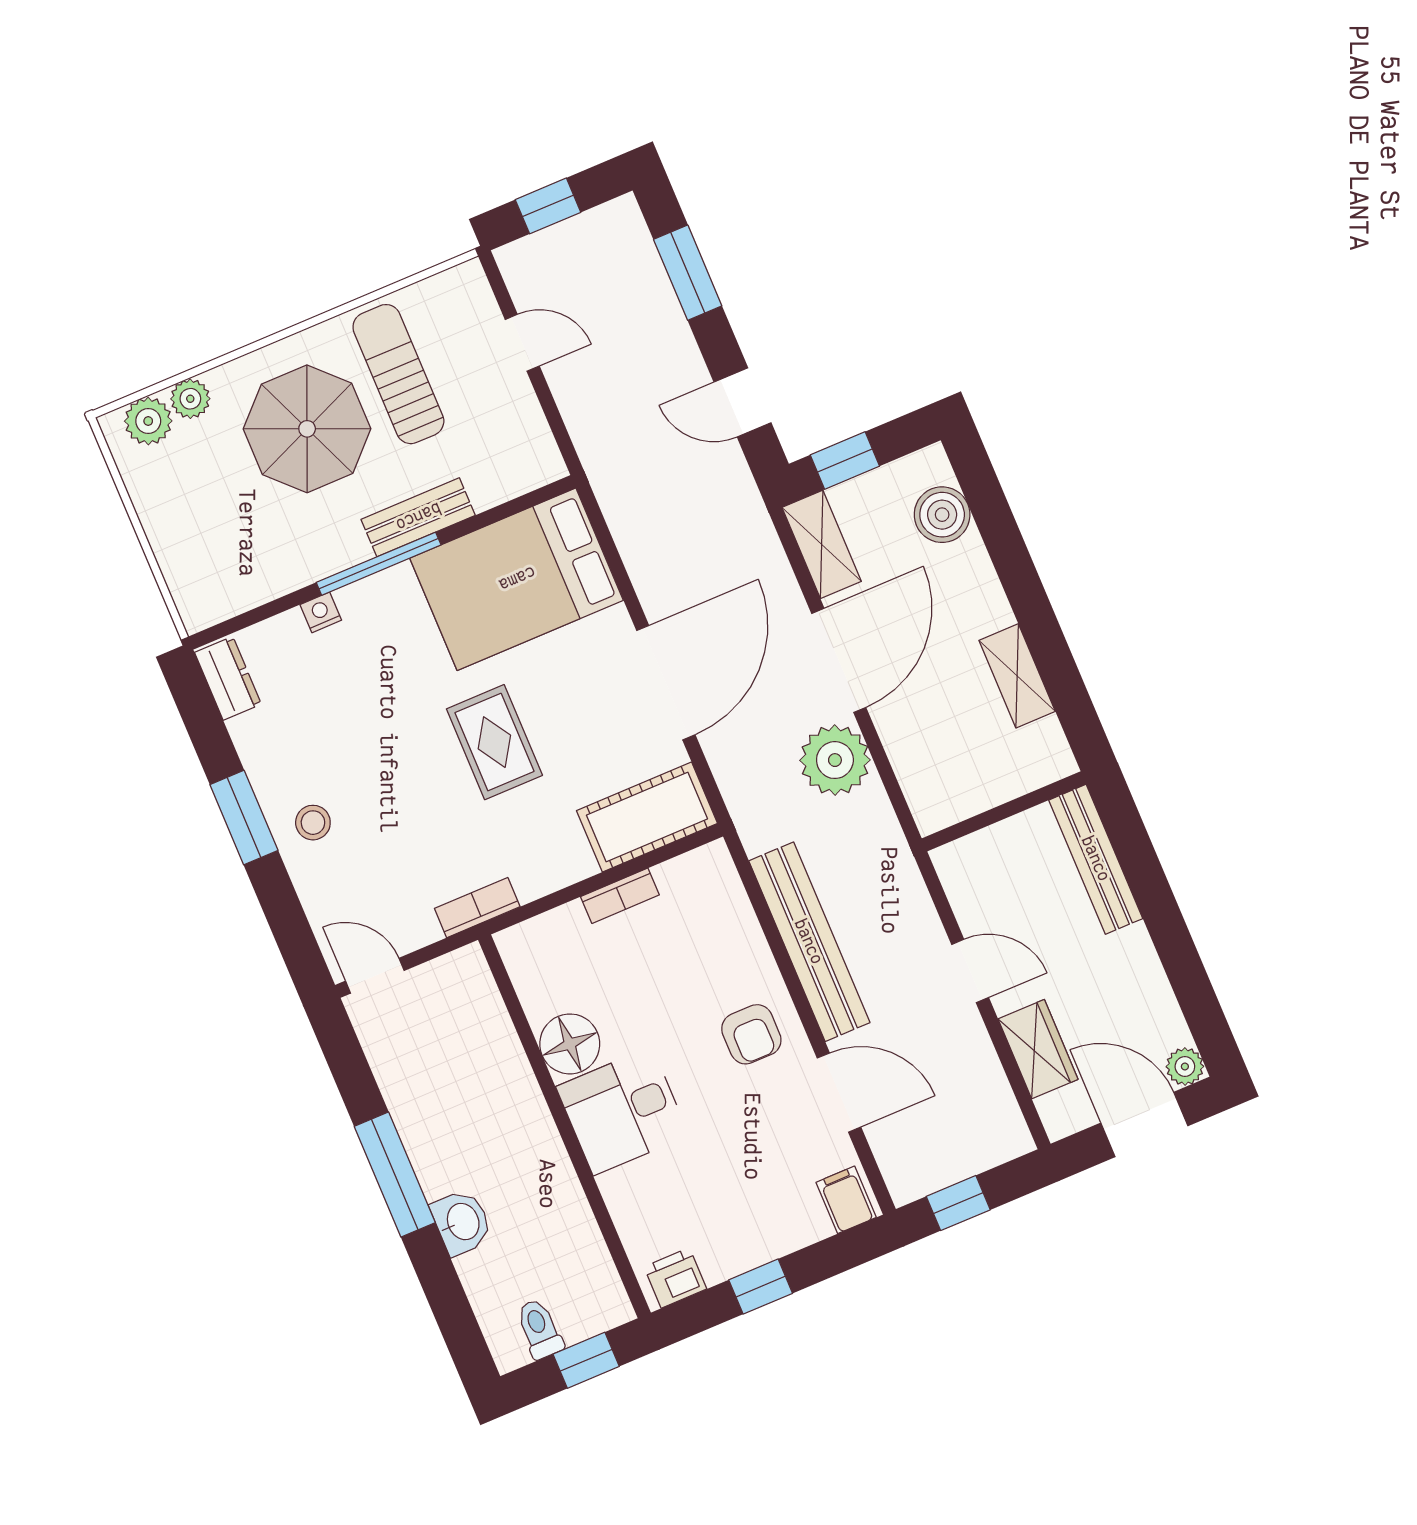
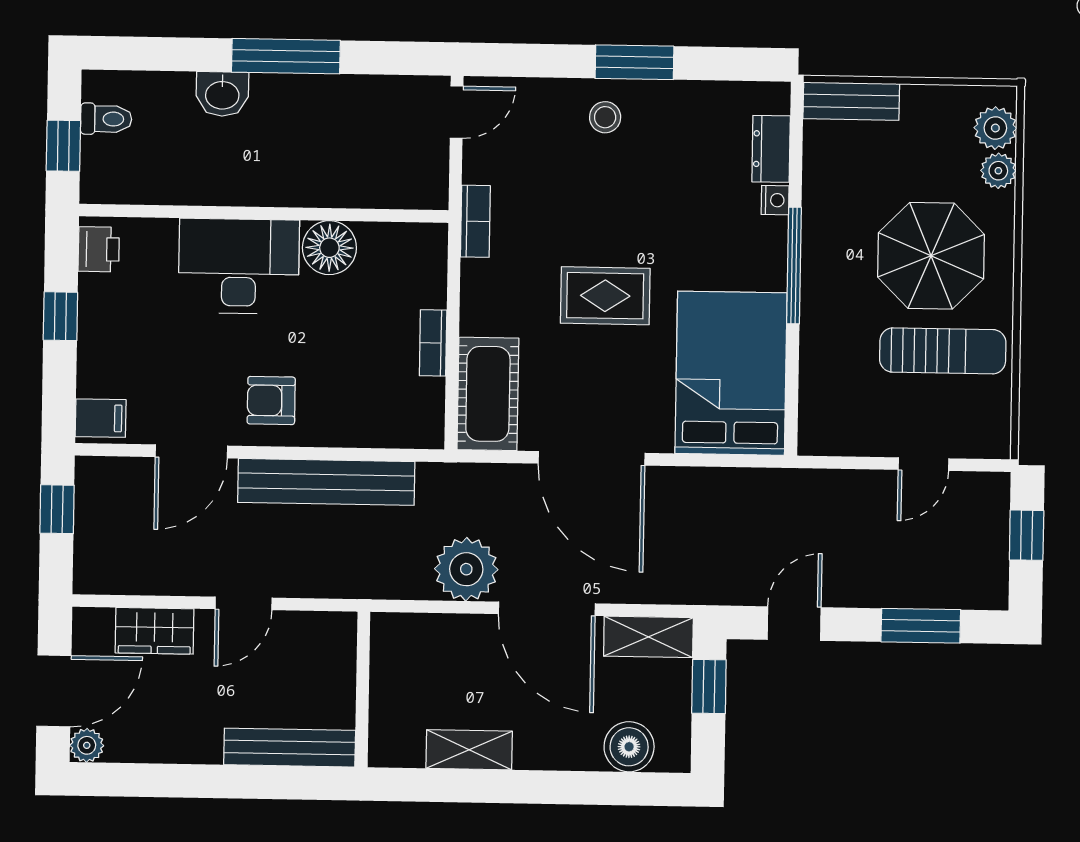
bench: (418, 517) -> (851, 101), moved, turned 90
dresser: (228, 678) -> (771, 149), moved, turned 90
desk: (622, 1111) -> (239, 266), width x1.37

